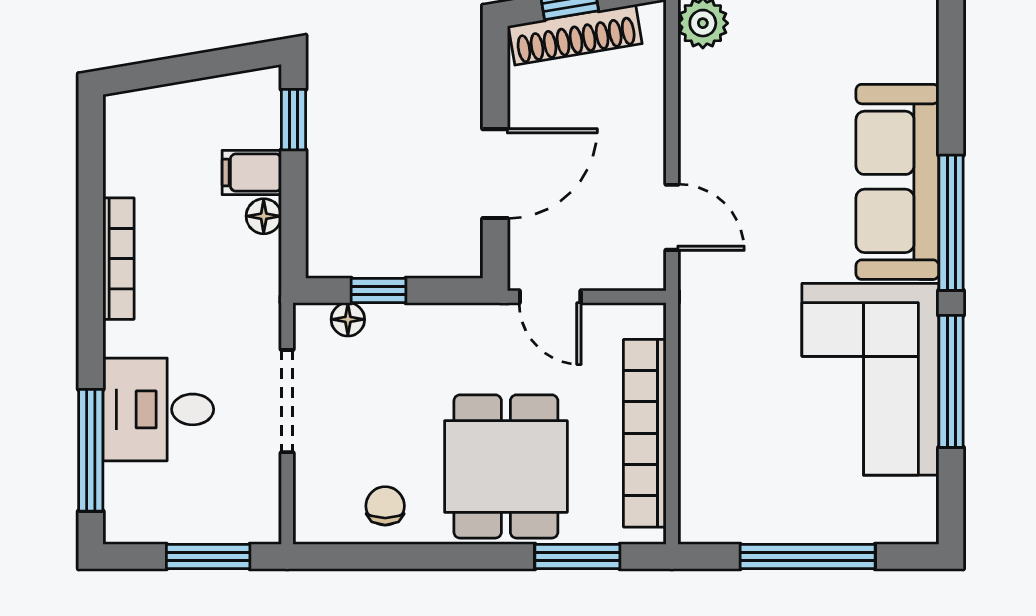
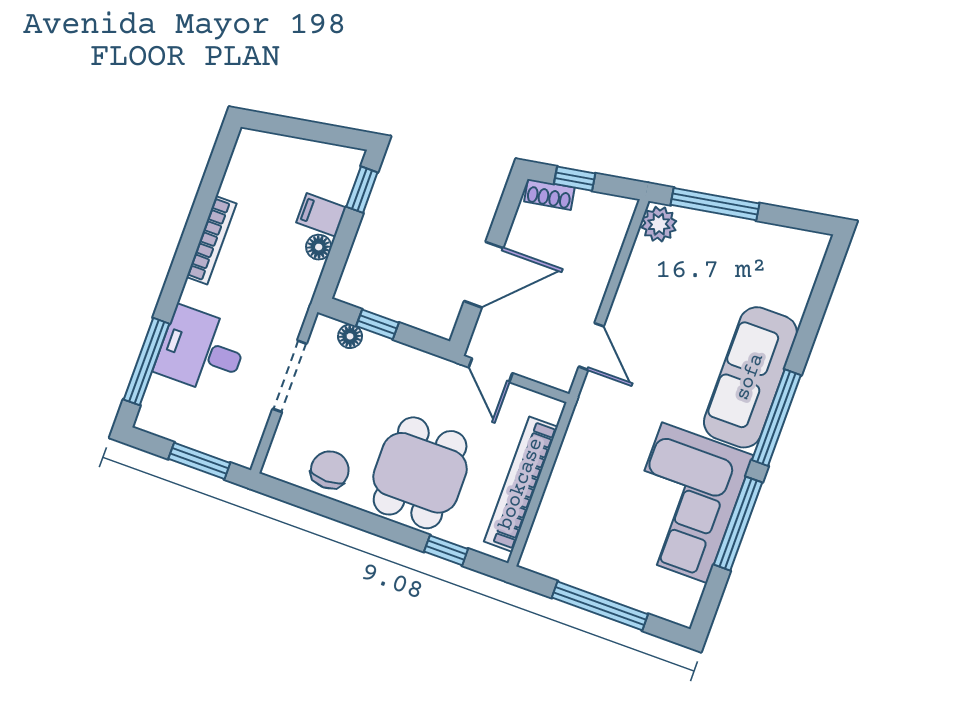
shoe rack: (575, 35) -> (549, 194), width x0.51, depth x0.81
chair: (385, 506) -> (330, 470), width x1.37, depth x1.37
window: (577, 556) -> (446, 550), width x0.67

